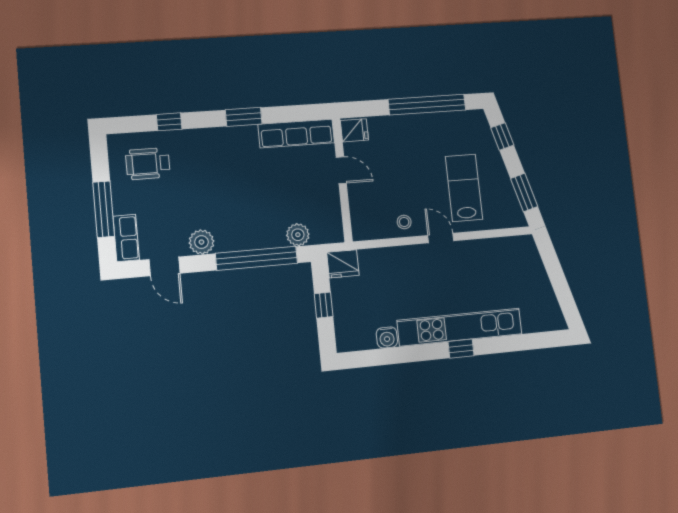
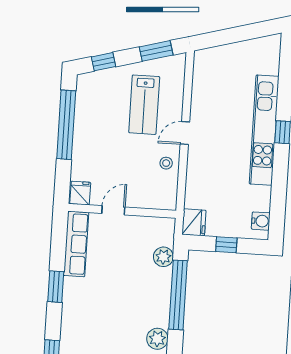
lab bench: (464, 188) -> (144, 105), turned -90
water cooler: (387, 337) -> (261, 221), moved

